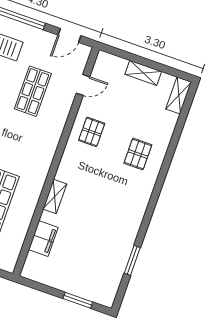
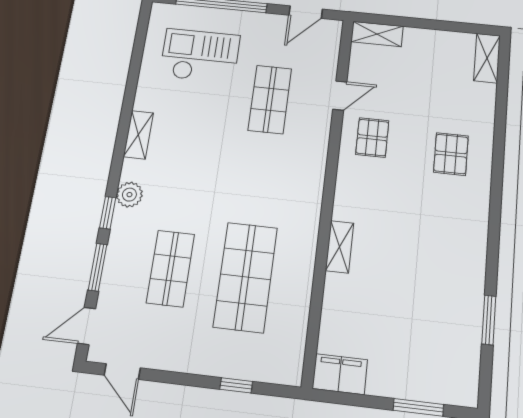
shelving: (143, 73) -> (377, 34), moved
door: (83, 85) -> (340, 96), moved
filing cabinet: (43, 239) -> (340, 374), moved, turned -90

